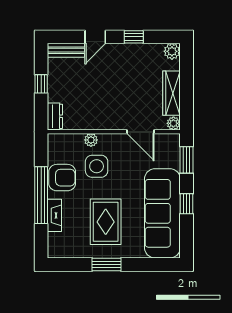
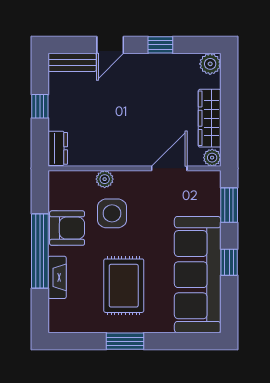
door: (141, 132) -> (169, 168), swing flipped

